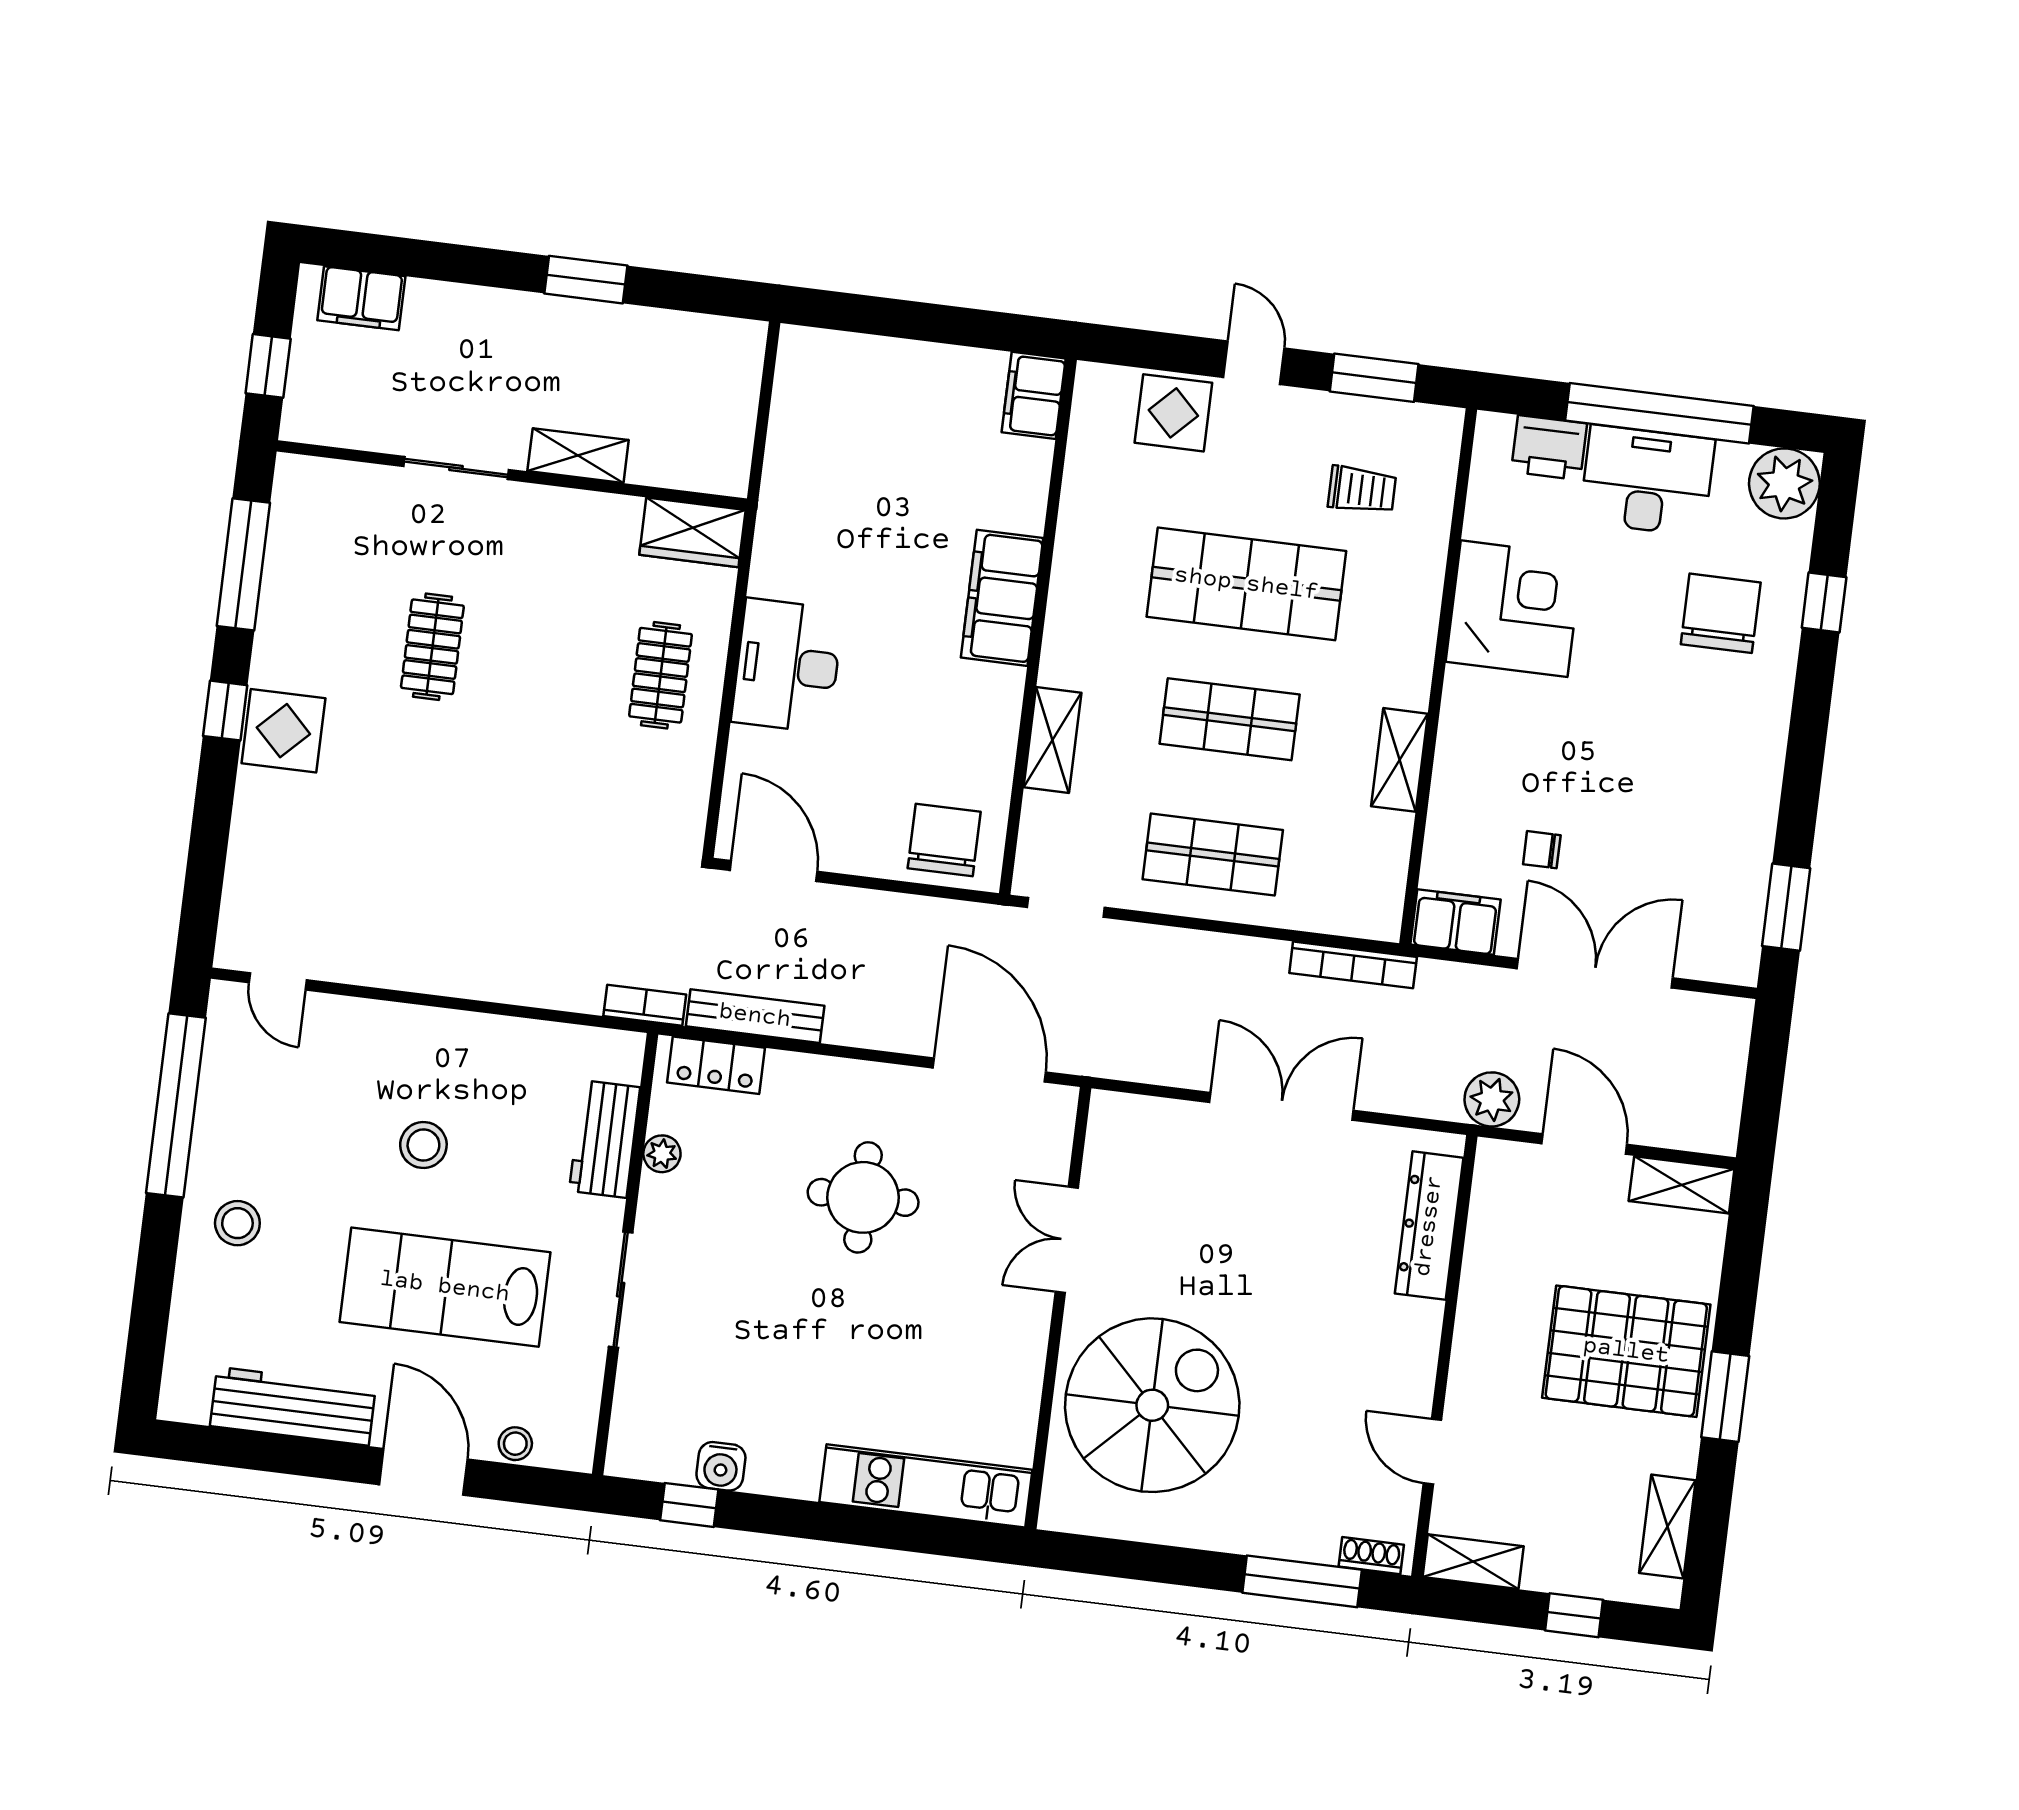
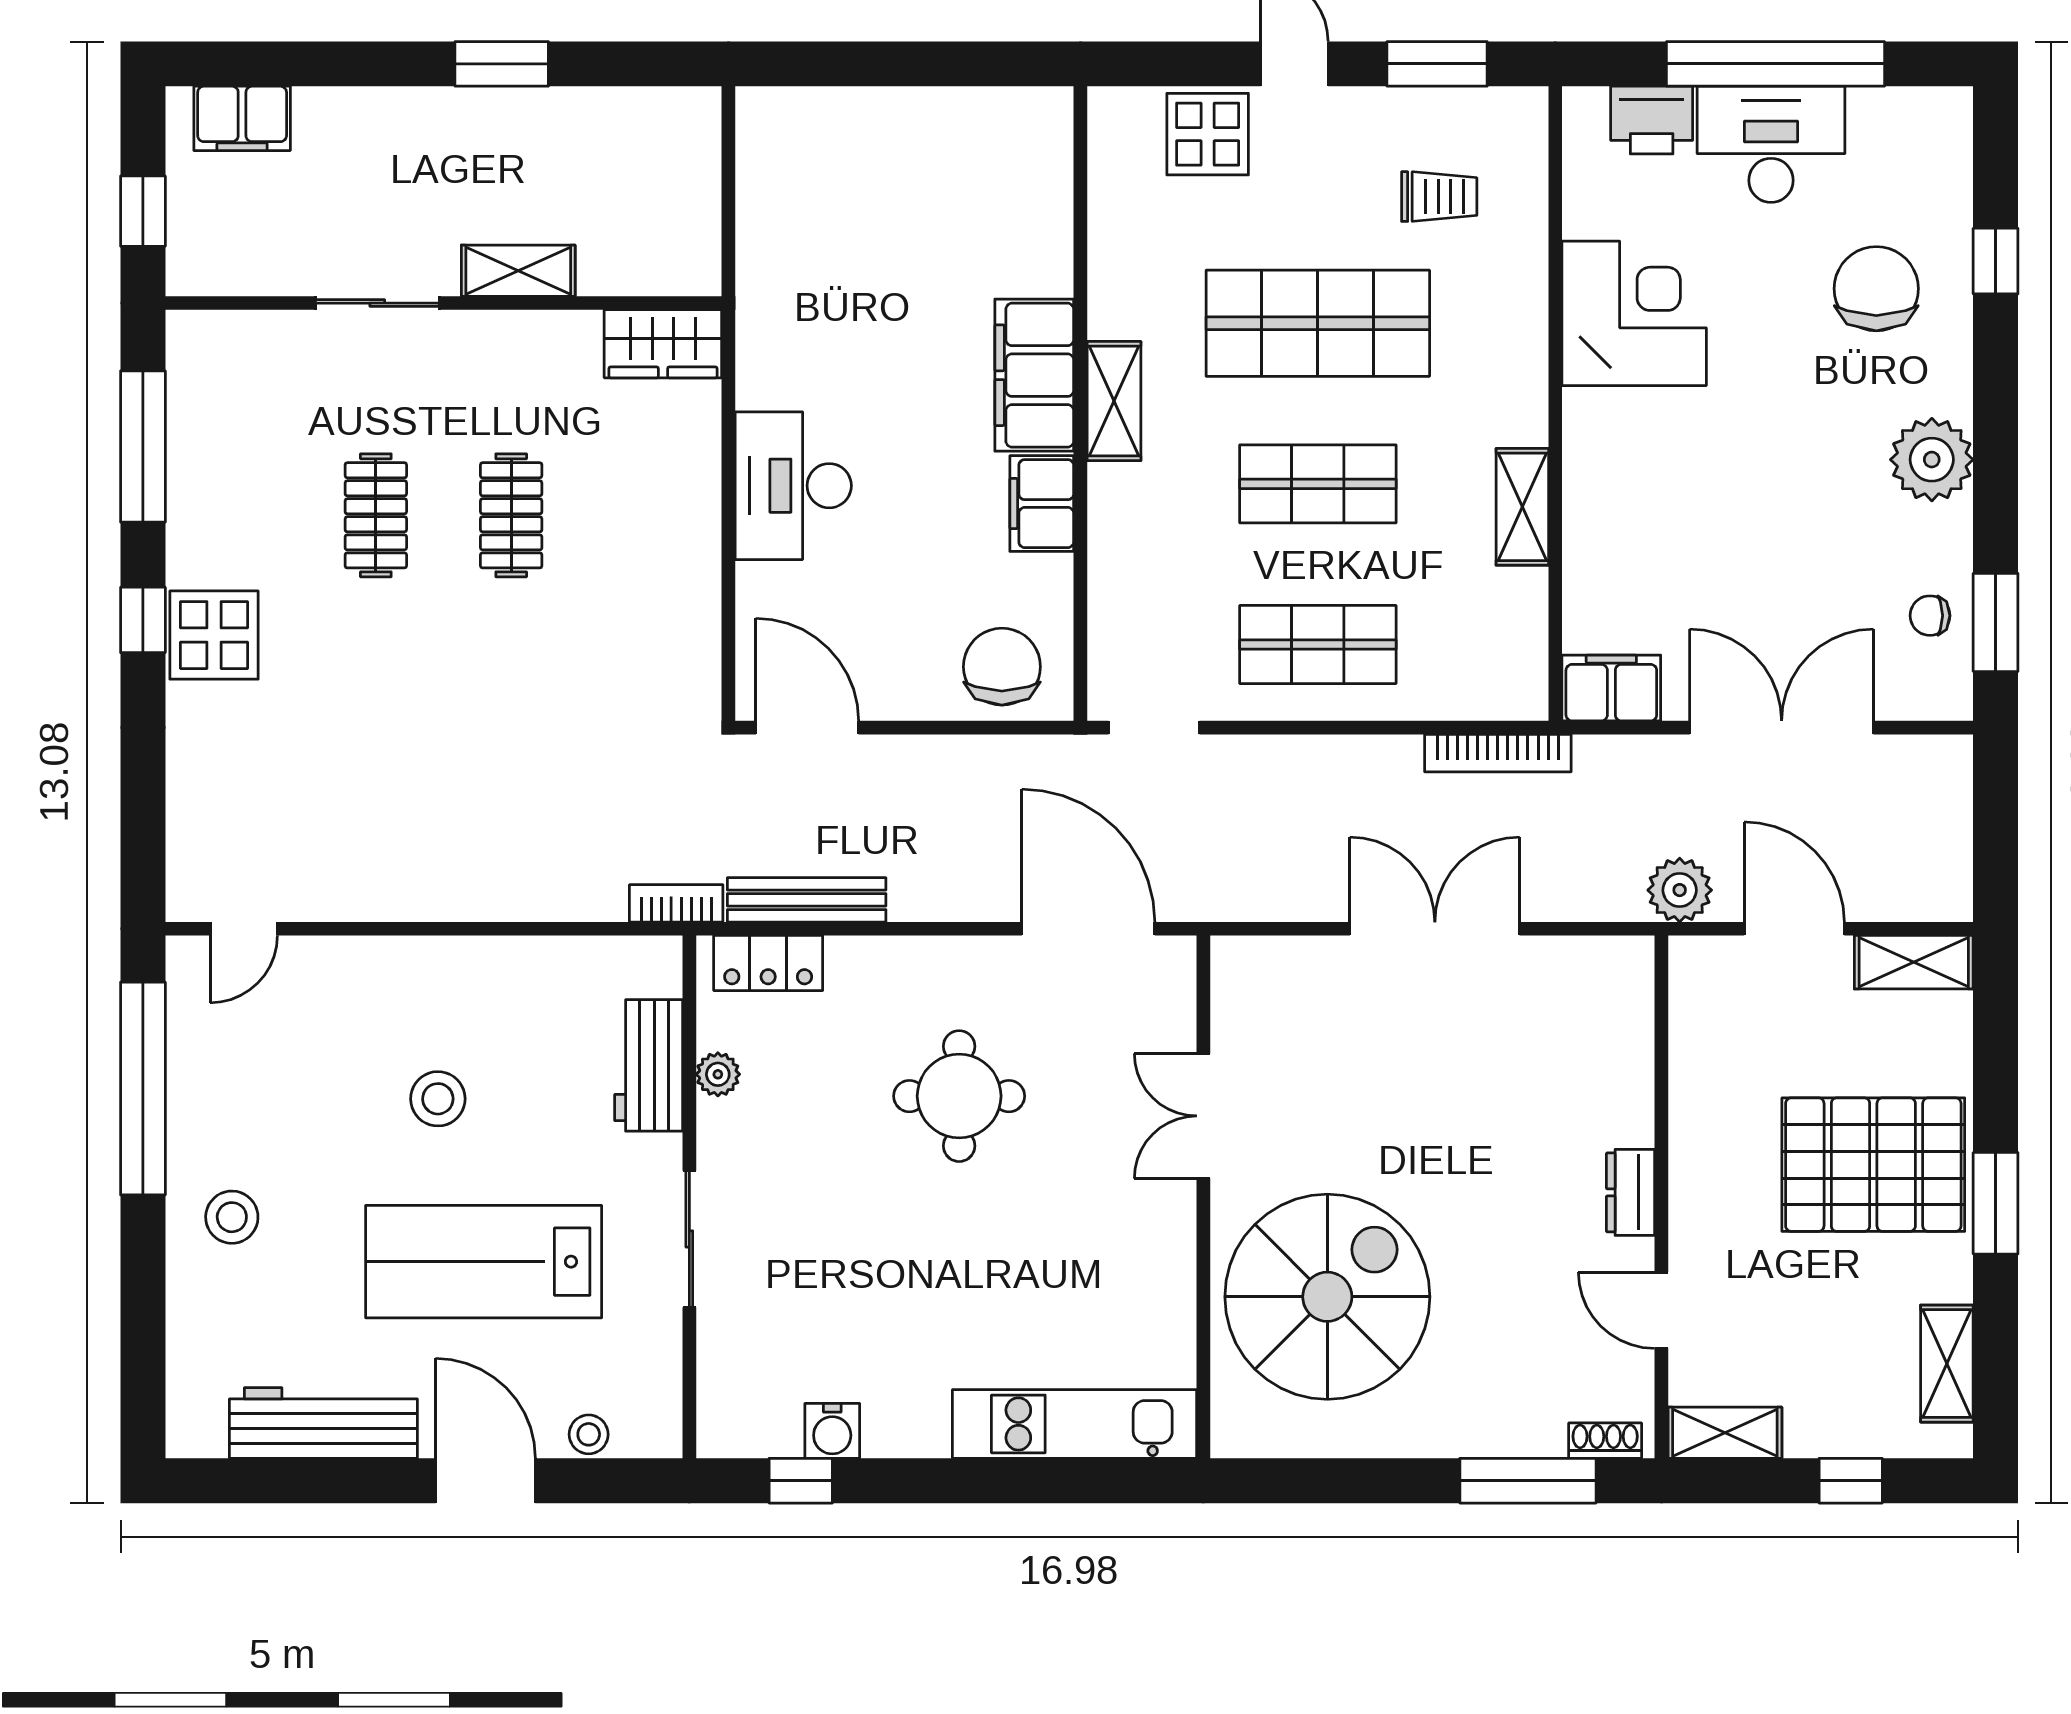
filing cabinet: (1034, 395) -> (1042, 504), moved
plant: (1784, 483) -> (1932, 460), moved
clothes rail: (661, 675) -> (511, 515), moved
shelving: (1052, 740) -> (1114, 401), moved
chair: (1542, 850) -> (1930, 616), moved
door: (278, 981) -> (244, 929), hinge flipped
dresser: (1429, 1226) -> (1631, 1192), moved, width x0.51, depth x0.80

